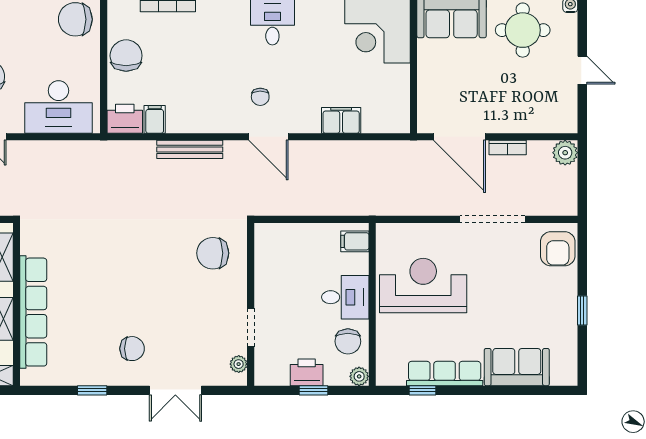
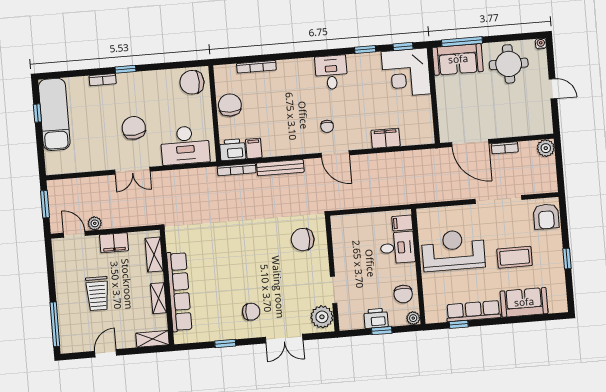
bookcase: (128, 147) -> (237, 170), added
desk: (345, 297) -> (398, 248), moved
coffee table: (509, 303) -> (515, 257), added
plant: (239, 364) -> (322, 317), width x1.87, depth x1.87

